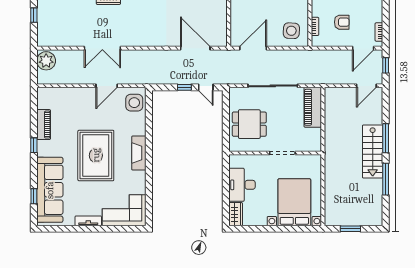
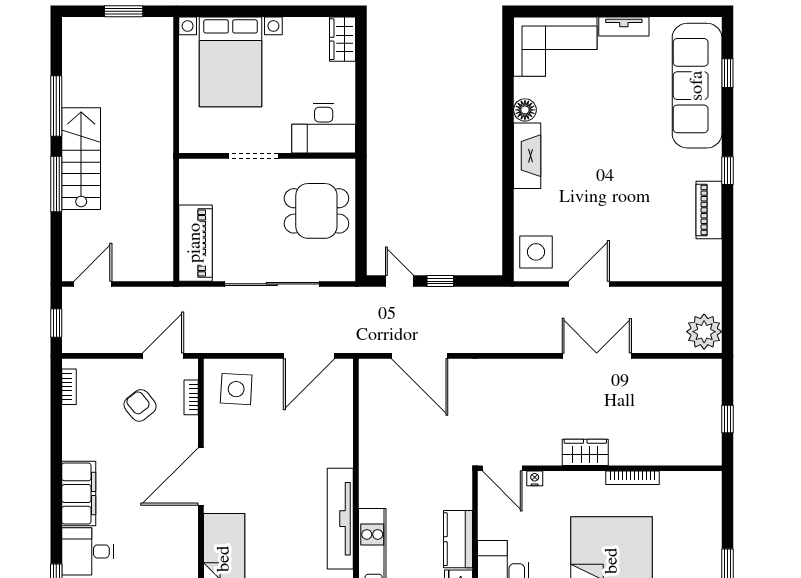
armchair: (342, 22) -> (140, 405), turned 51
door: (363, 48) -> (163, 356), moved
rug: (96, 155) -> (609, 151), removed
floor lamp: (140, 177) -> (525, 110), added
desk: (242, 185) -> (324, 128), moved, turned 90

